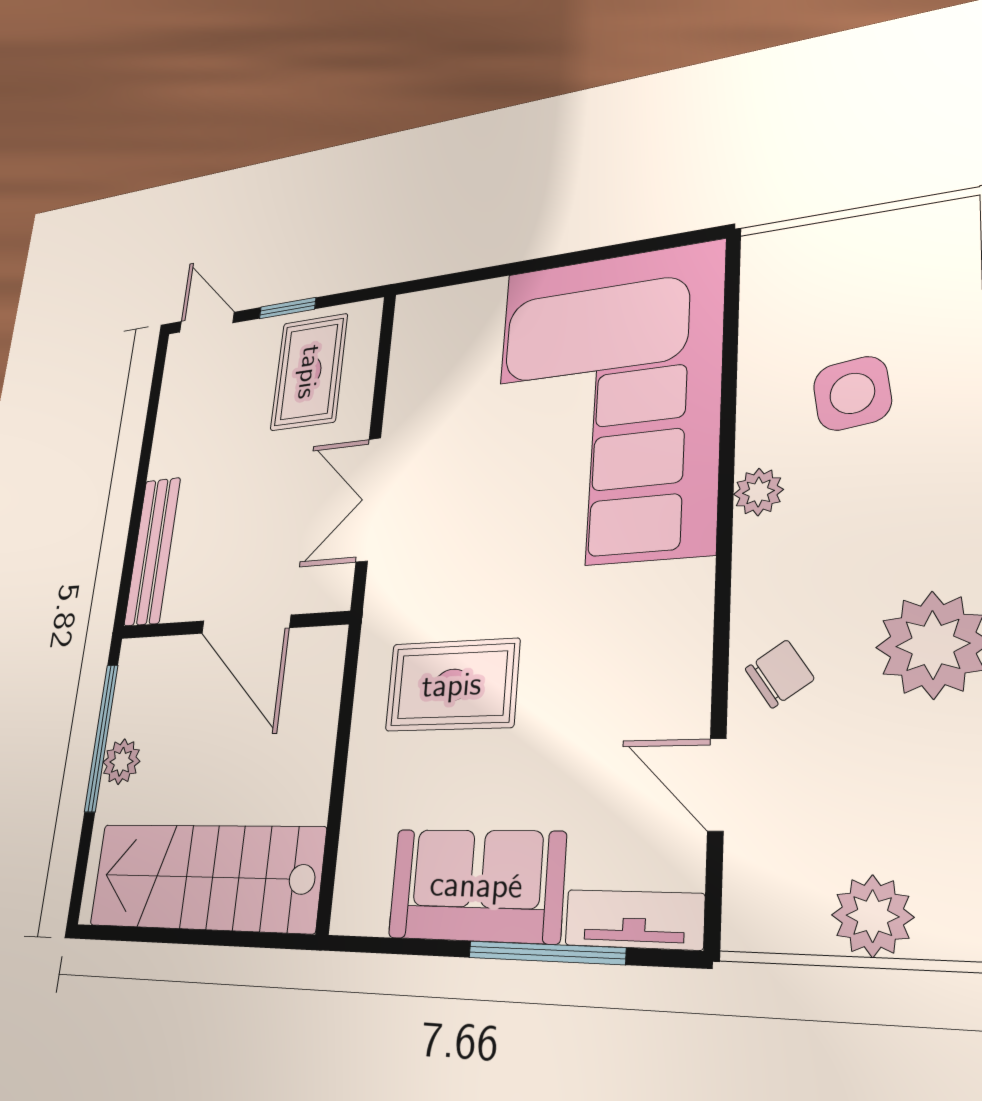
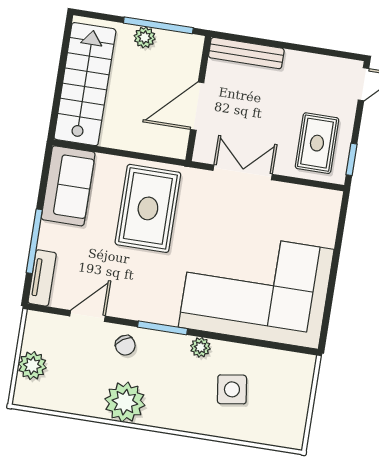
window: (287, 308) -> (352, 159), moved
rug: (309, 372) -> (317, 143), turned 90
window: (723, 592) -> (163, 328), added
rug: (452, 685) -> (148, 208), width x1.36, depth x1.43
sofa: (476, 885) -> (68, 186), moved

